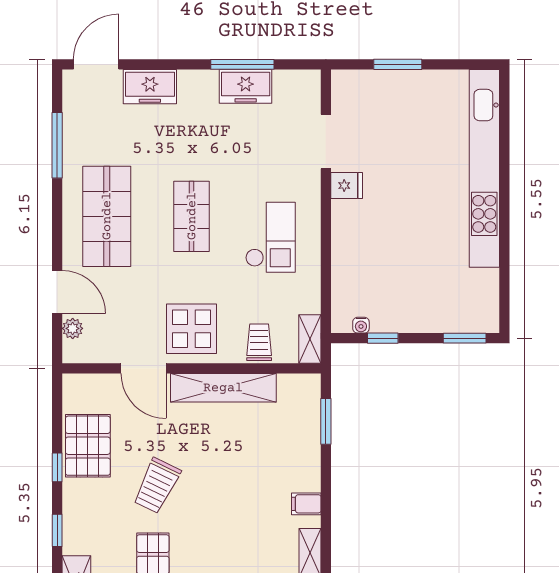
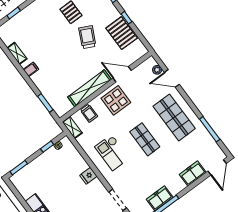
fridge: (347, 186) -> (88, 176), moved

